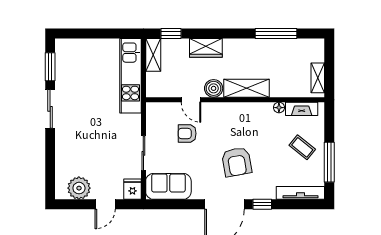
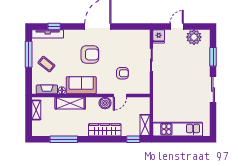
wardrobe: (206, 48) -> (105, 130), width x1.50
window: (50, 67) -> (213, 57), moved
kitchen unit: (130, 76) -> (178, 129), moved, turned -90
shelving: (246, 88) -> (70, 103), moved
door: (191, 100) -> (120, 96), swing flipped
armchair: (237, 162) -> (90, 54), turned 100
sofa: (168, 186) -> (81, 85), moved, turned 180
window: (262, 204) -> (54, 26), moved

